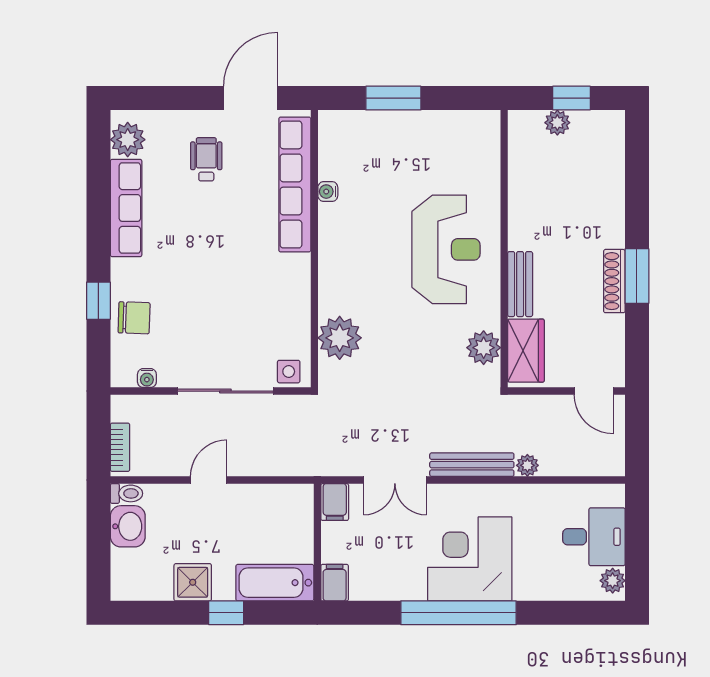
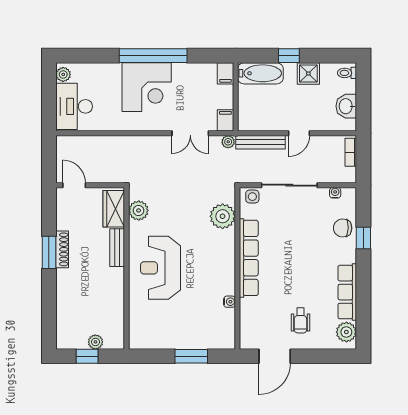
row of seats: (295, 184) -> (249, 258), moved
bench: (472, 465) -> (261, 142), moved
plant: (527, 465) -> (228, 142), moved
double door: (395, 480) -> (190, 133), swing flipped
toilet: (126, 493) -> (347, 73), moved
desk: (594, 537) -> (74, 106), width x1.37

